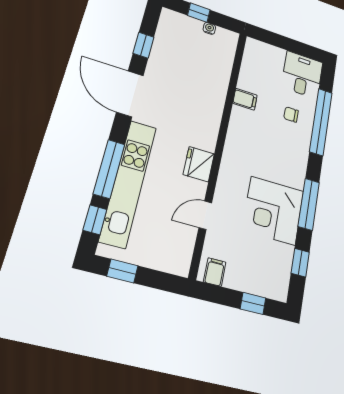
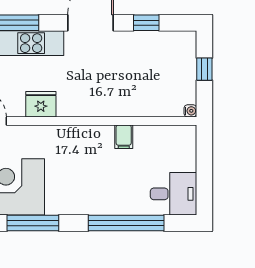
water cooler: (209, 28) -> (190, 111), moved
chair: (291, 115) -> (123, 189), removed

